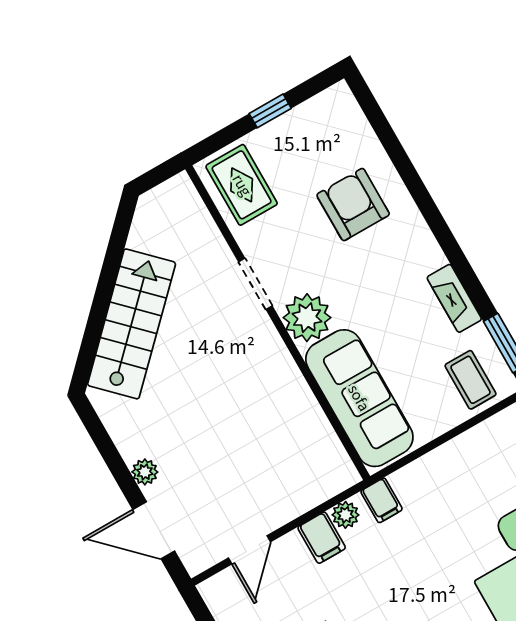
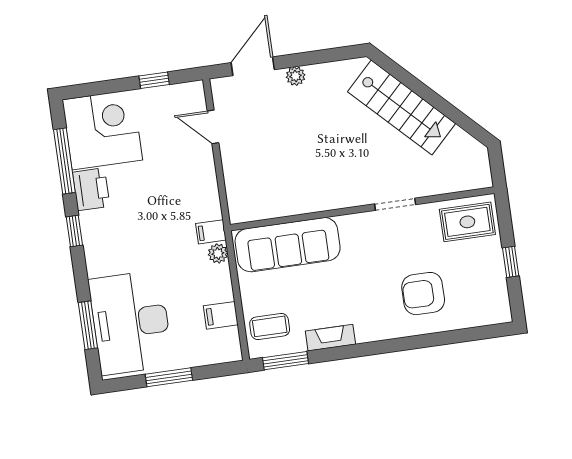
armchair: (353, 205) -> (423, 294), turned 180
plant: (307, 318) -> (358, 231), removed
plant: (346, 515) -> (218, 253), moved
filing cabinet: (322, 538) -> (221, 315), moved

